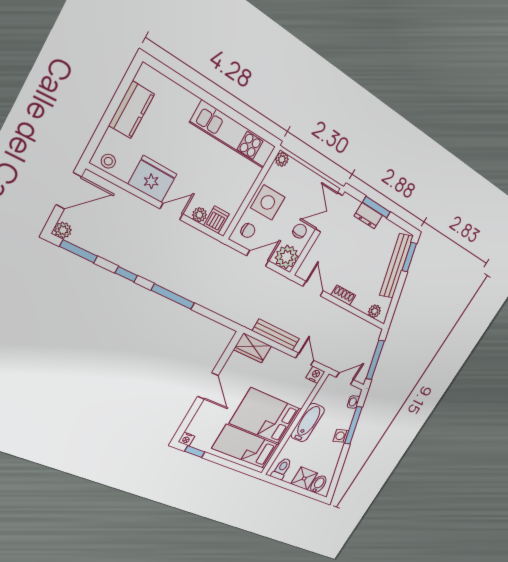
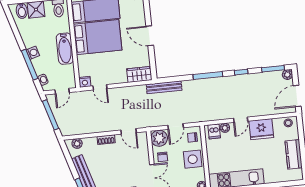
bench: (276, 335) -> (164, 87), moved

